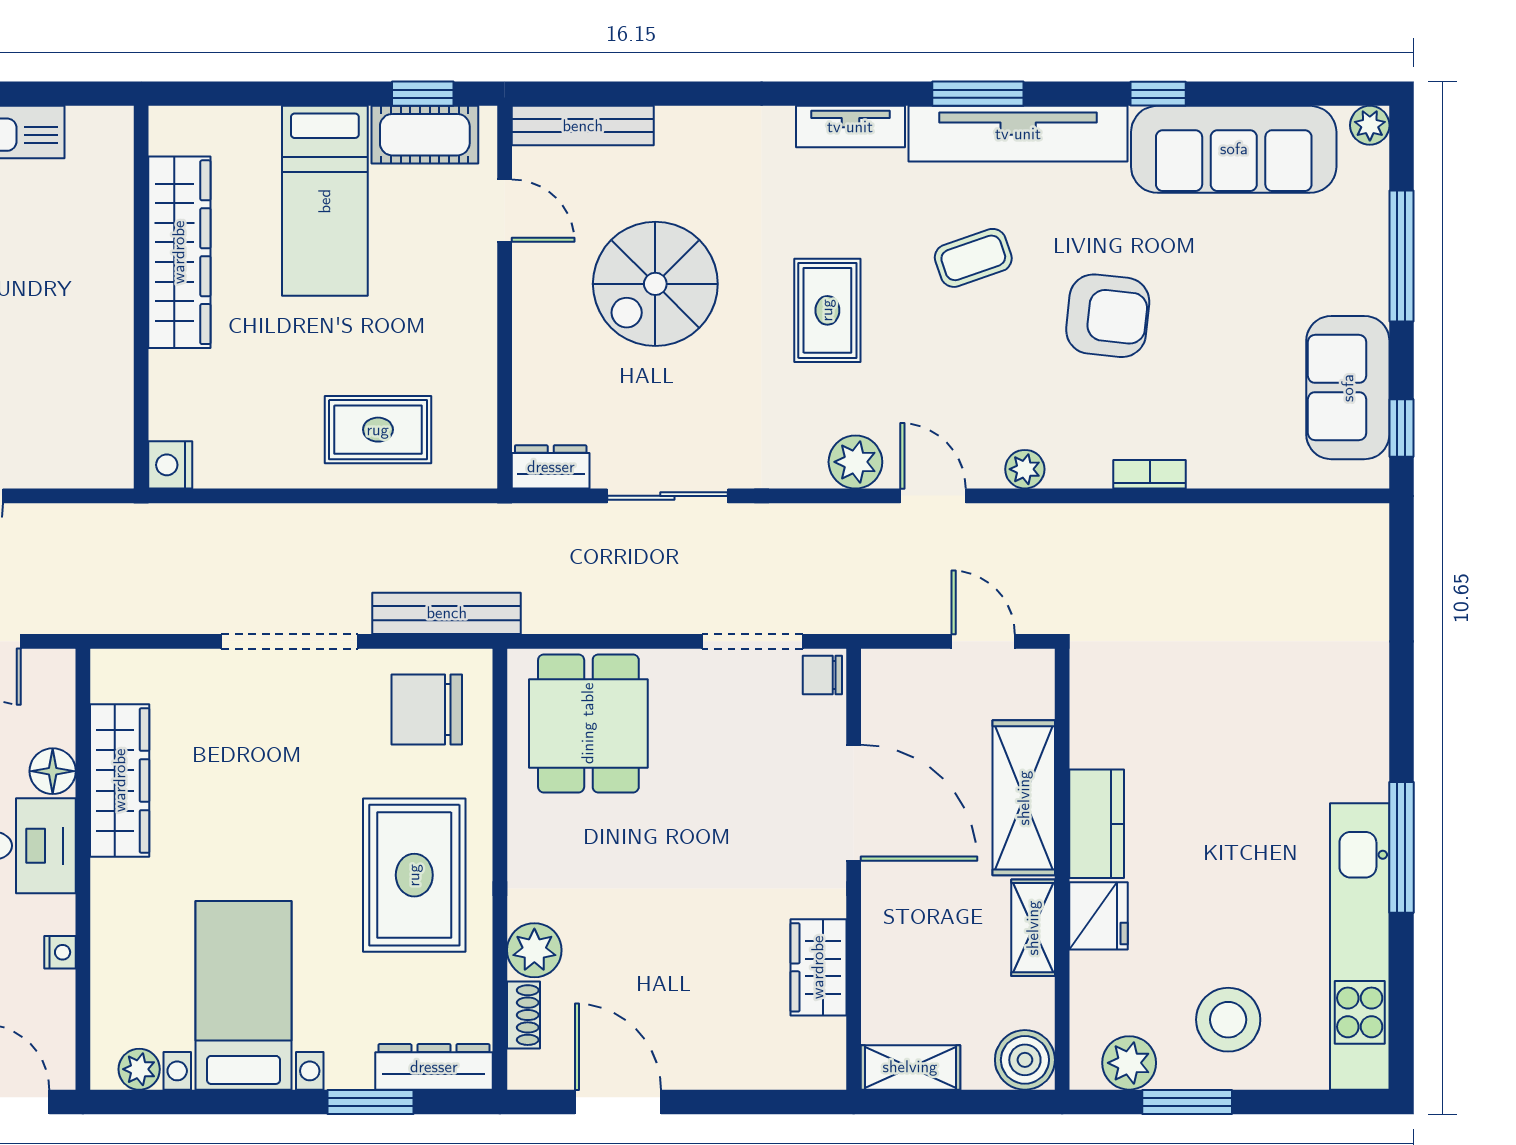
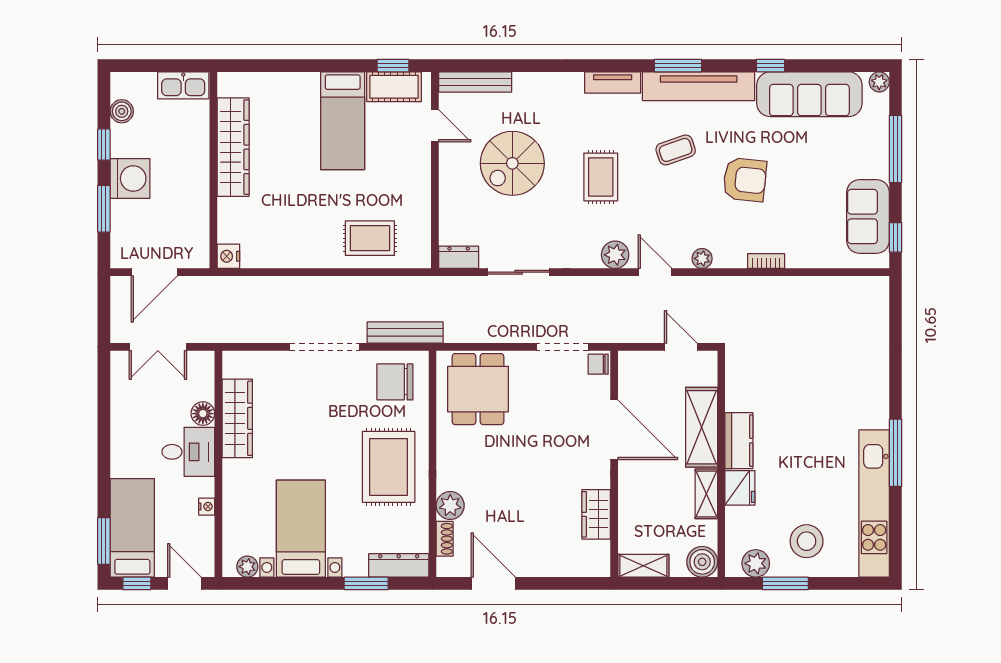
wardrobe: (179, 252) -> (233, 147), moved
wall: (141, 297) -> (213, 170), moved
nightstand: (170, 465) -> (228, 256), moved

